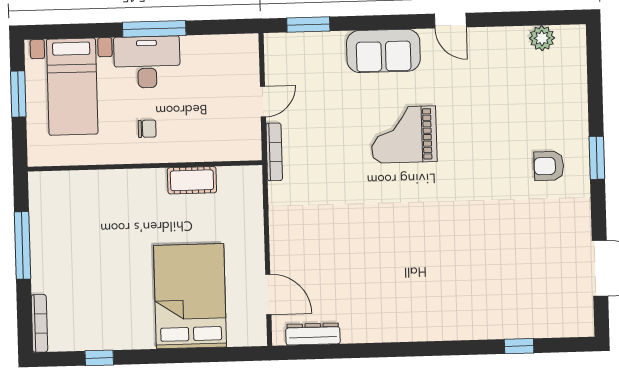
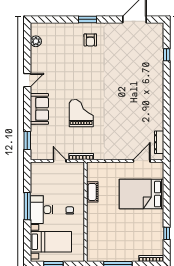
grand piano: (404, 135) -> (81, 113), moved, turned 180

